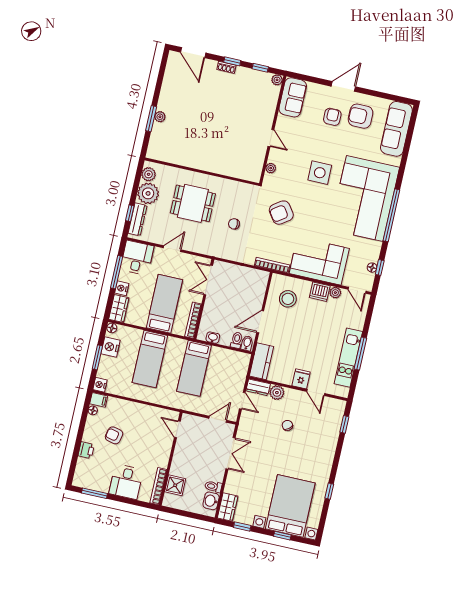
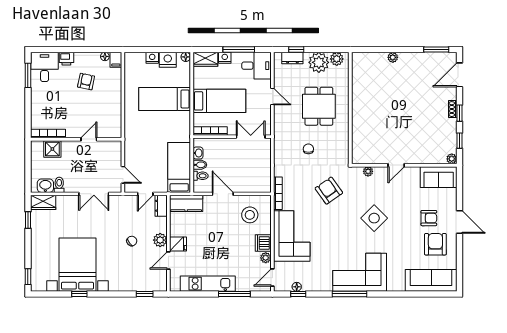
window: (151, 119) -> (436, 50), moved
side table: (320, 173) -> (374, 218), turned 45
corner sofa: (365, 198) -> (360, 272), width x0.73, depth x0.74
window: (391, 215) -> (349, 294), width x0.68
dresser: (138, 219) -> (292, 58), width x0.70
bidet: (247, 343) -> (200, 165), moved
window: (360, 354) -> (234, 294), moved
window: (97, 357) -> (155, 50), removed
bed: (194, 368) -> (179, 167), moved, turned 90
nightstand: (100, 385) -> (152, 58), moved
plant: (277, 393) -> (160, 240), moved
door: (177, 429) -> (89, 139), moved
desk: (126, 482) -> (45, 67), moved, turned 90
bed with nightstands: (290, 506) -> (77, 265), moved, turned -90
window: (282, 536) -> (28, 277), moved

